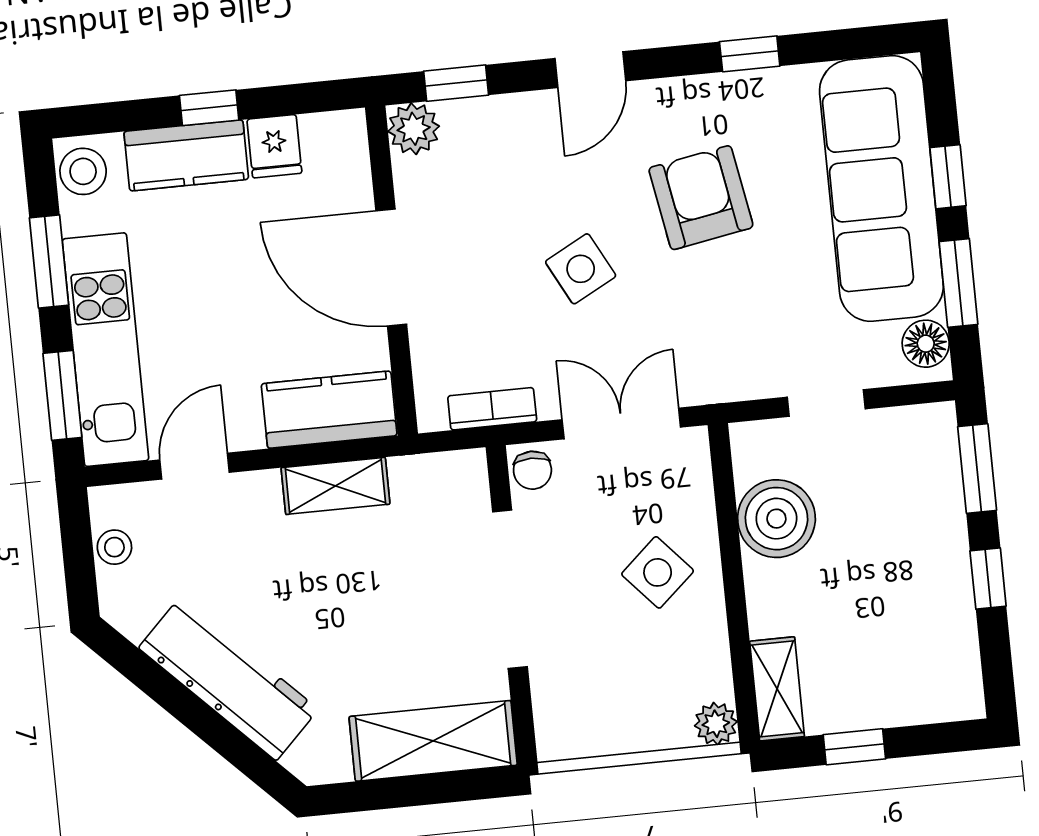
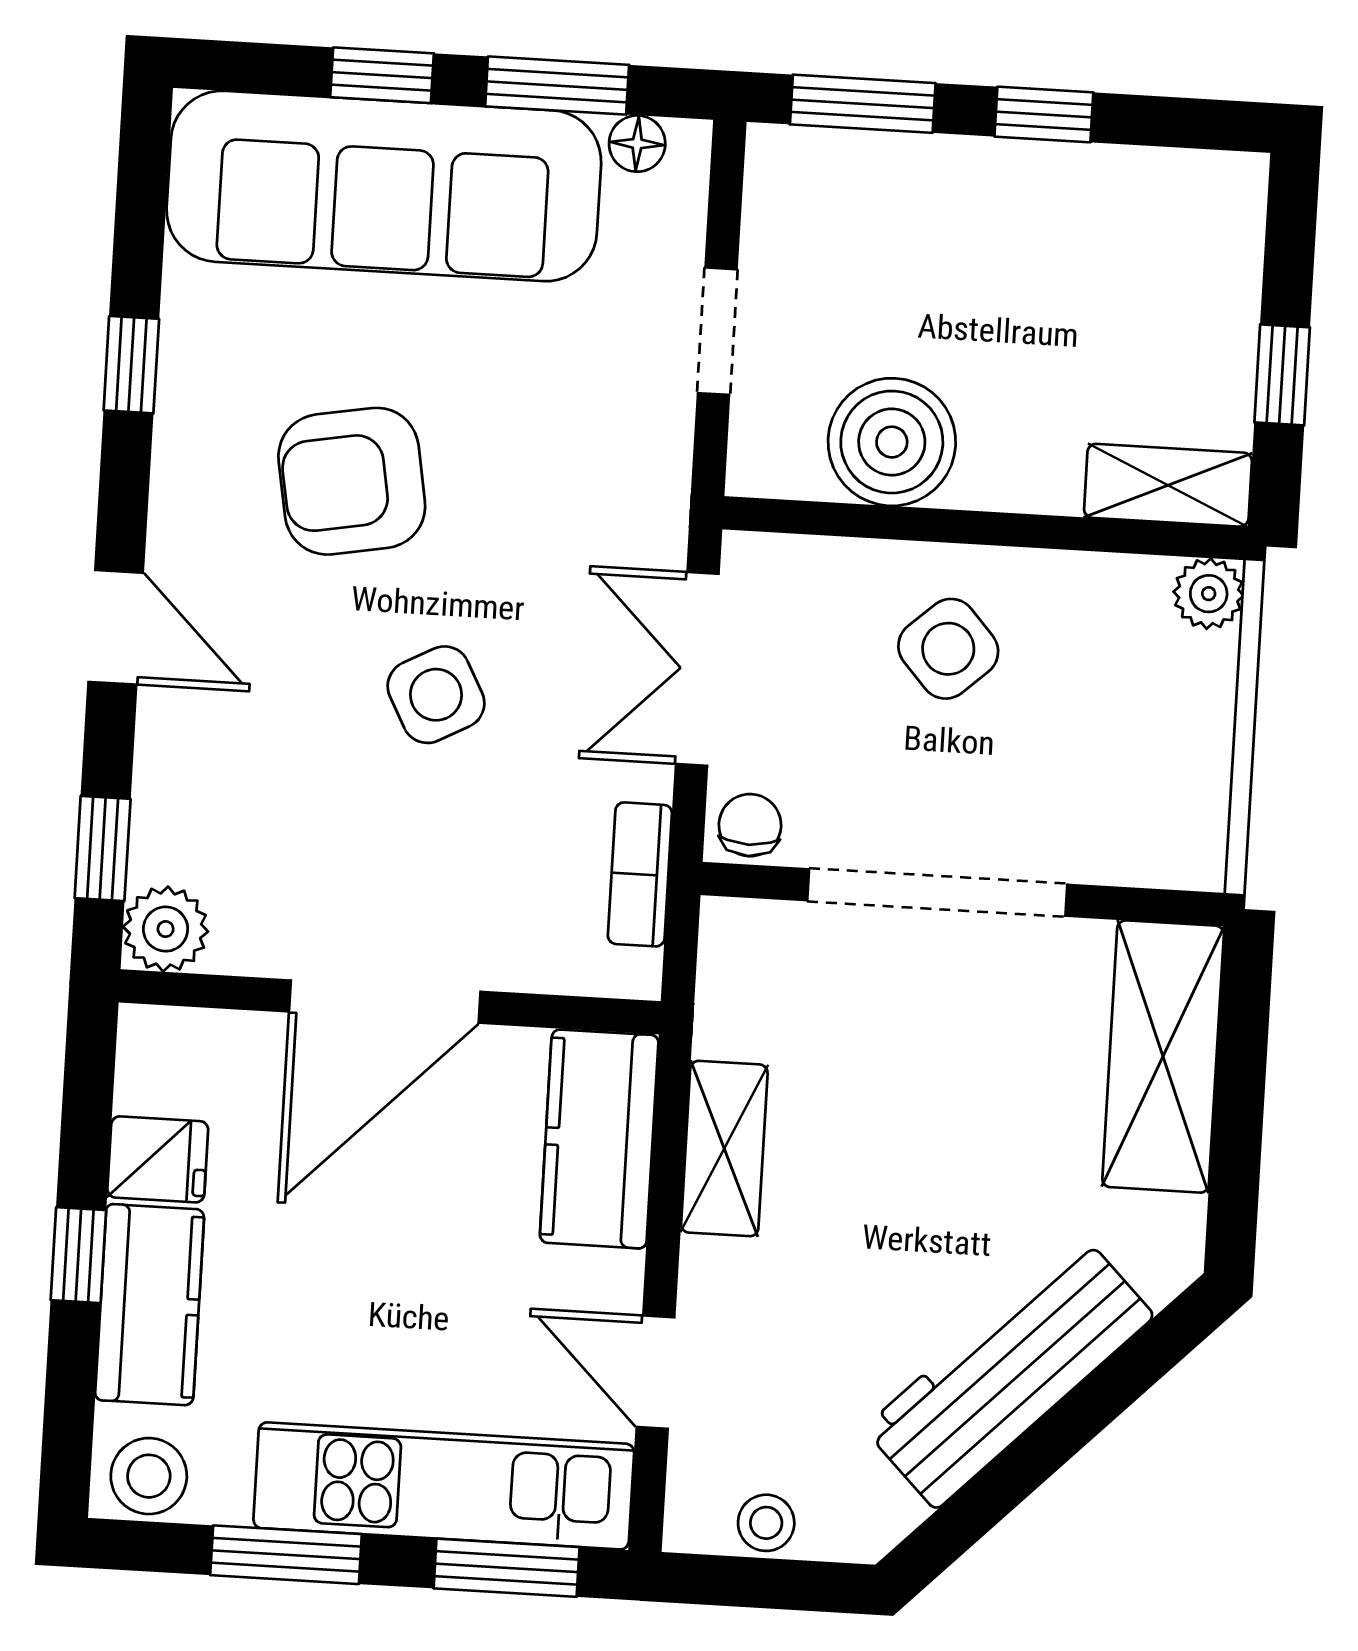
floor lamp: (926, 344) -> (637, 144), width x0.73, depth x0.73
chair: (532, 470) -> (750, 825), turned -90

